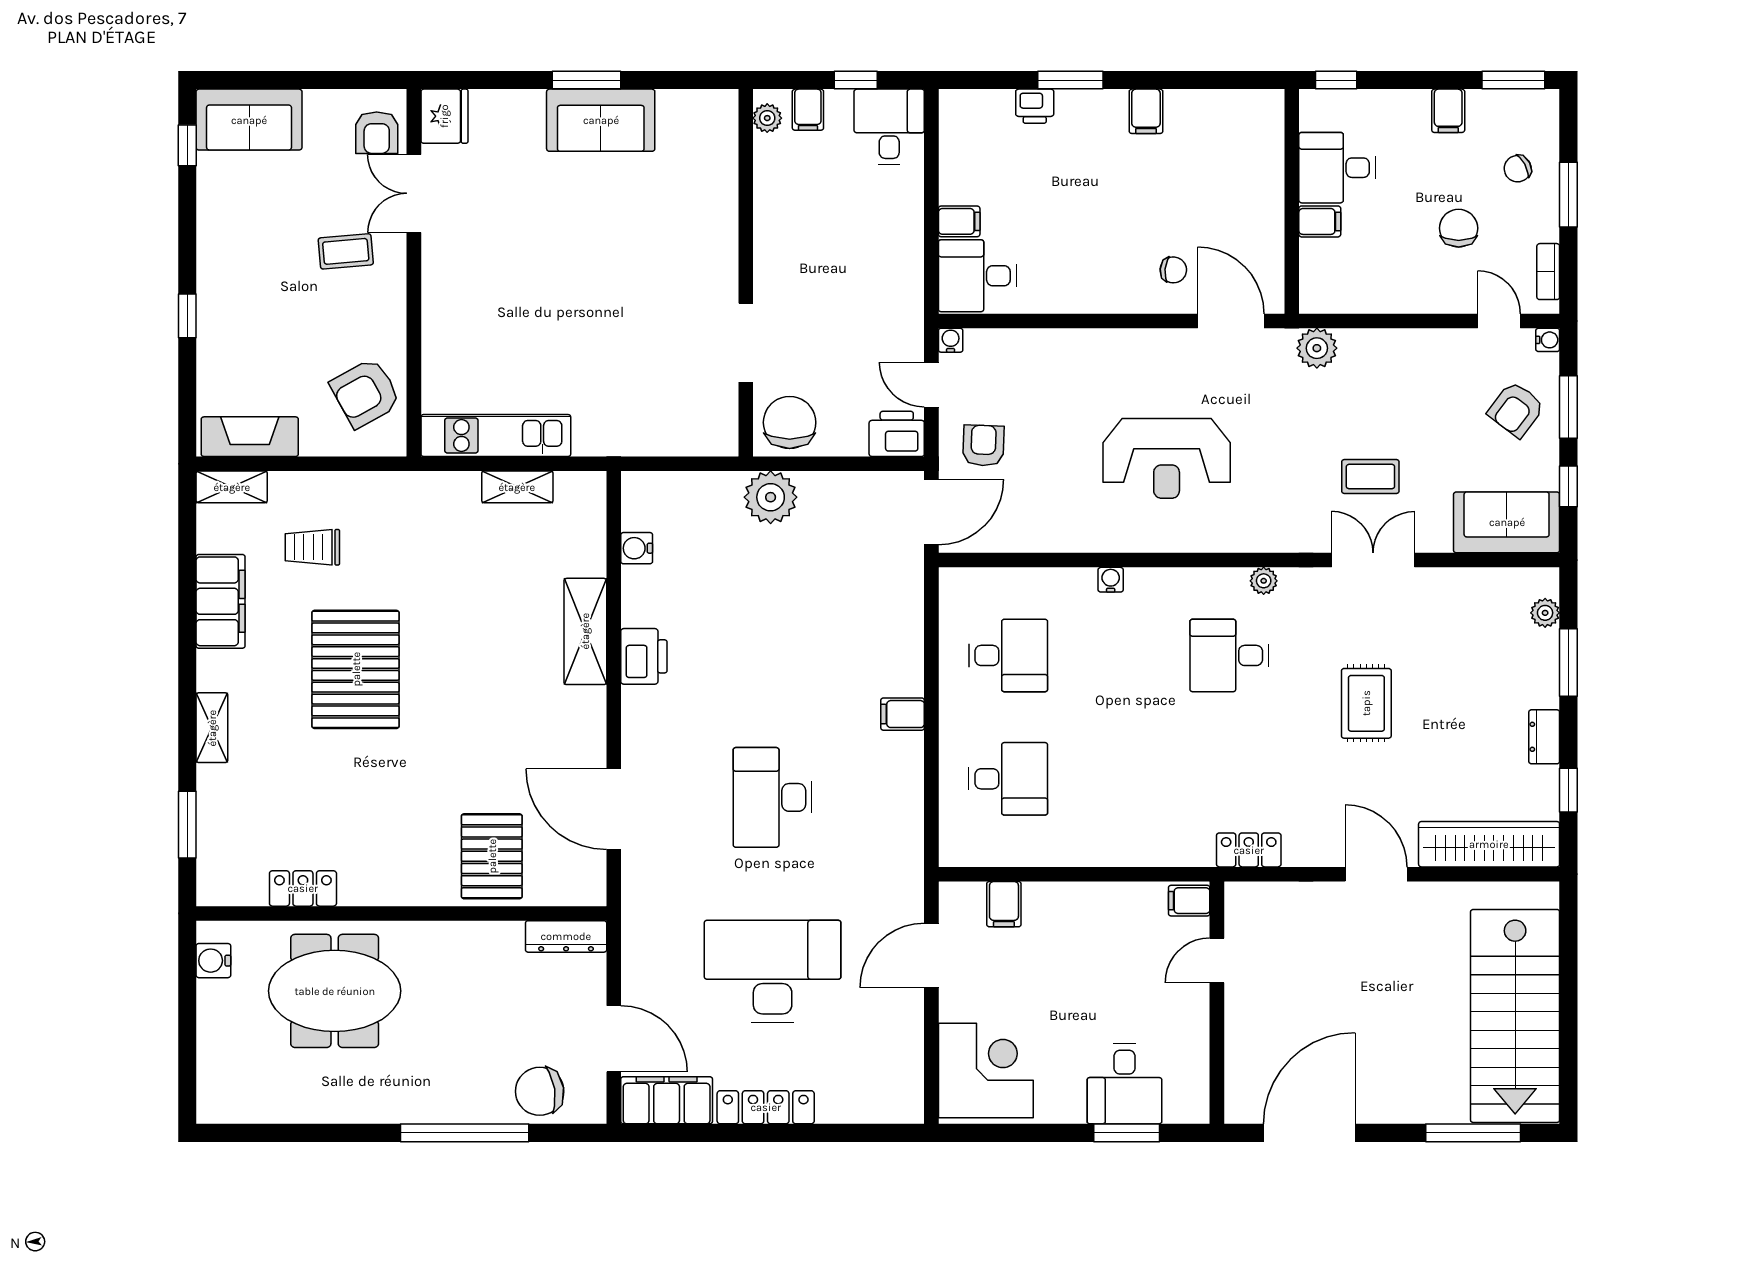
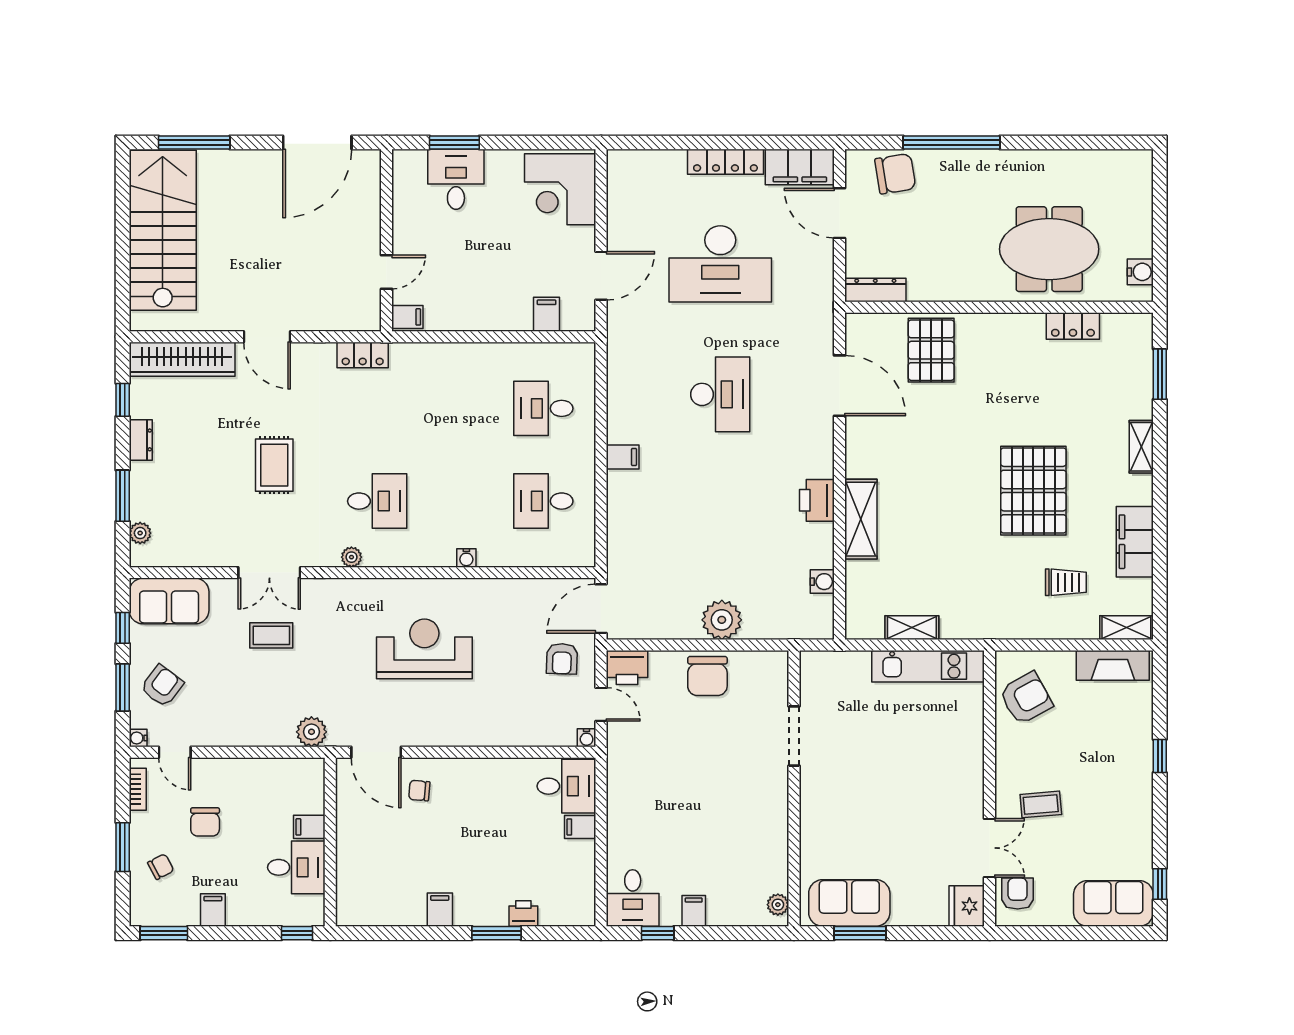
plant: (767, 118) -> (778, 905), moved
wall: (746, 273) -> (794, 788), moved
doorway: (746, 343) -> (794, 736), moved

